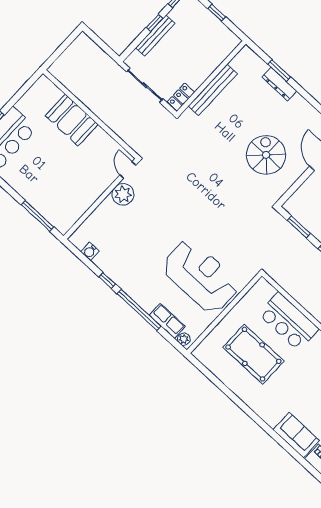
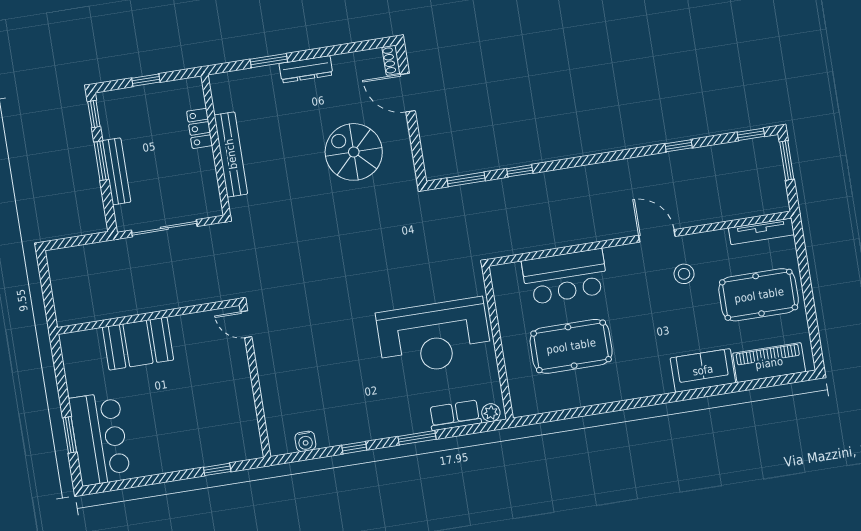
window: (155, 23) -> (101, 161), width x1.50
dresser: (279, 84) -> (306, 69), moved
locker: (181, 97) -> (199, 128), moved
plant: (123, 194) -> (270, 352), removed
window: (37, 216) -> (217, 469), width x0.46
reception desk: (201, 276) -> (434, 337), turned 180
window: (139, 310) -> (417, 438), width x0.47

